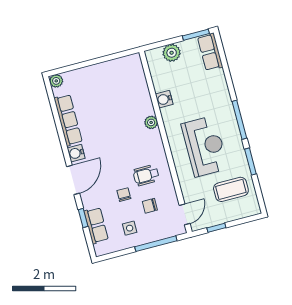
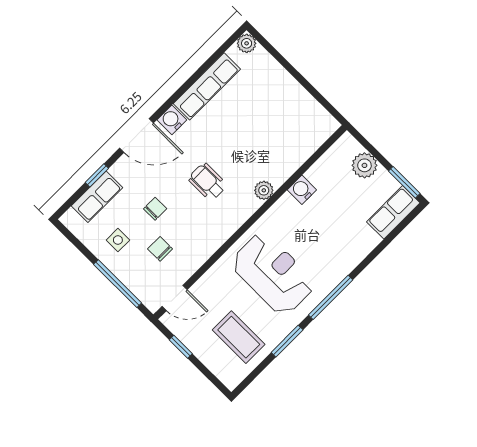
reception desk: (205, 146) -> (273, 274), turned -90
wheelchair: (146, 175) -> (208, 182), moved

